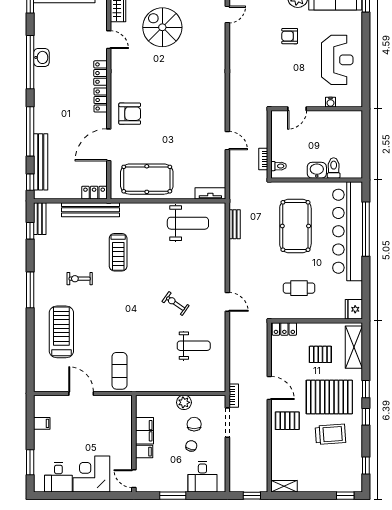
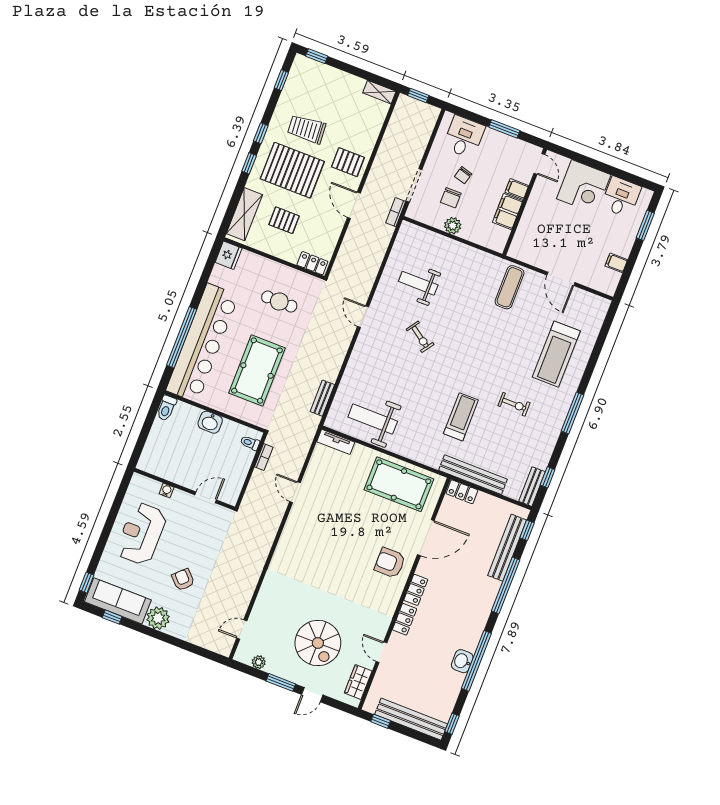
armchair: (290, 36) -> (183, 580), turned -134
toilet: (334, 168) -> (166, 408), moved

